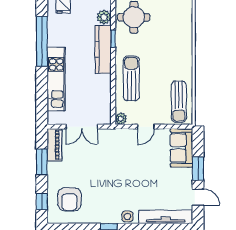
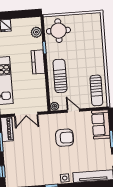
kitchen counter: (103, 49) -> (38, 62), width x0.67
door: (146, 127) -> (73, 111), swing flipped
armchair: (69, 199) -> (65, 138), moved, turned -90

